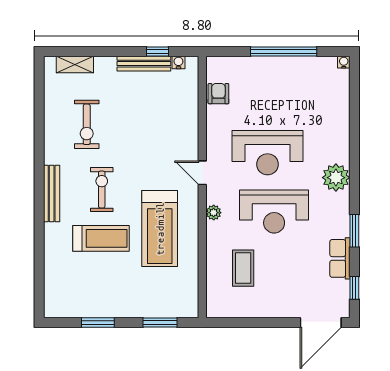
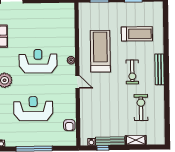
shelving: (75, 64) -> (136, 140), moved
reception desk: (267, 153) -> (33, 109), moved
treadmill: (101, 238) -> (137, 34), moved, turned 180
coffee table: (243, 268) -> (55, 30), removed

